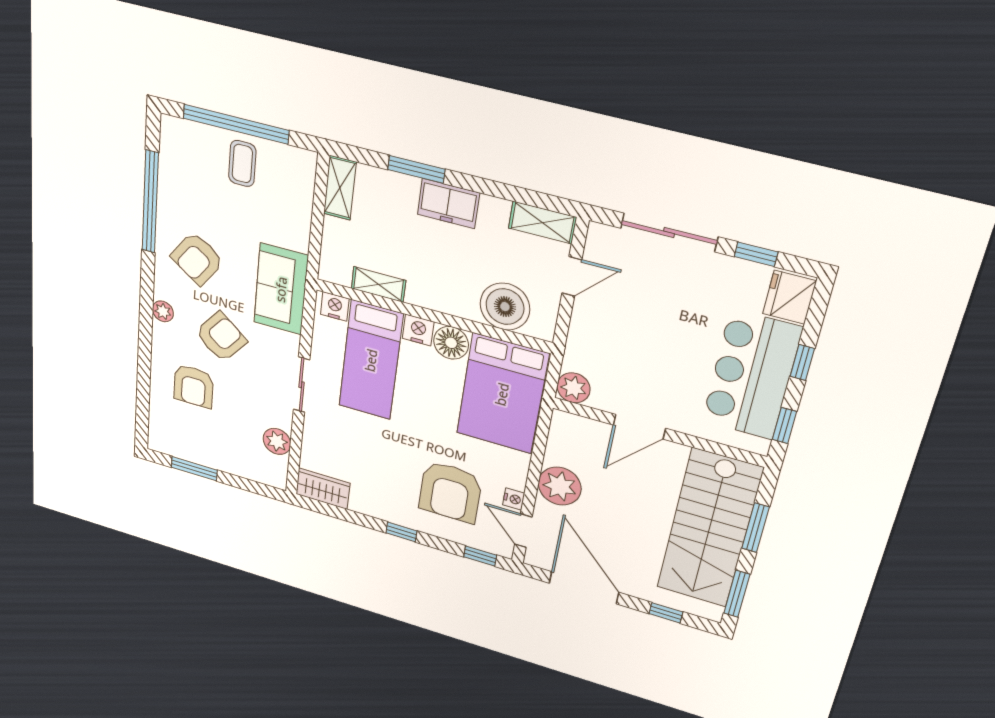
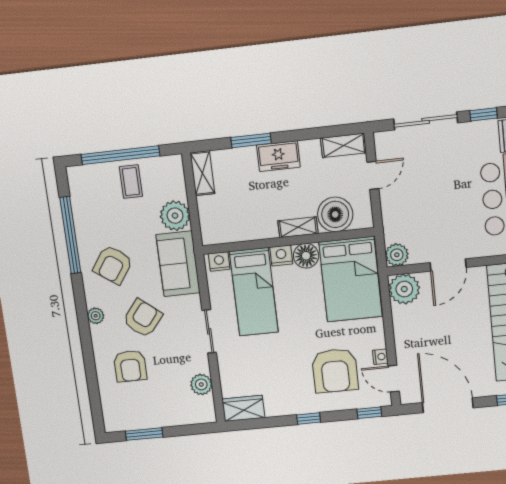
plant: (291, 228) -> (175, 216), added
shelving: (378, 284) -> (298, 227), moved
plant: (560, 486) -> (404, 289), moved

